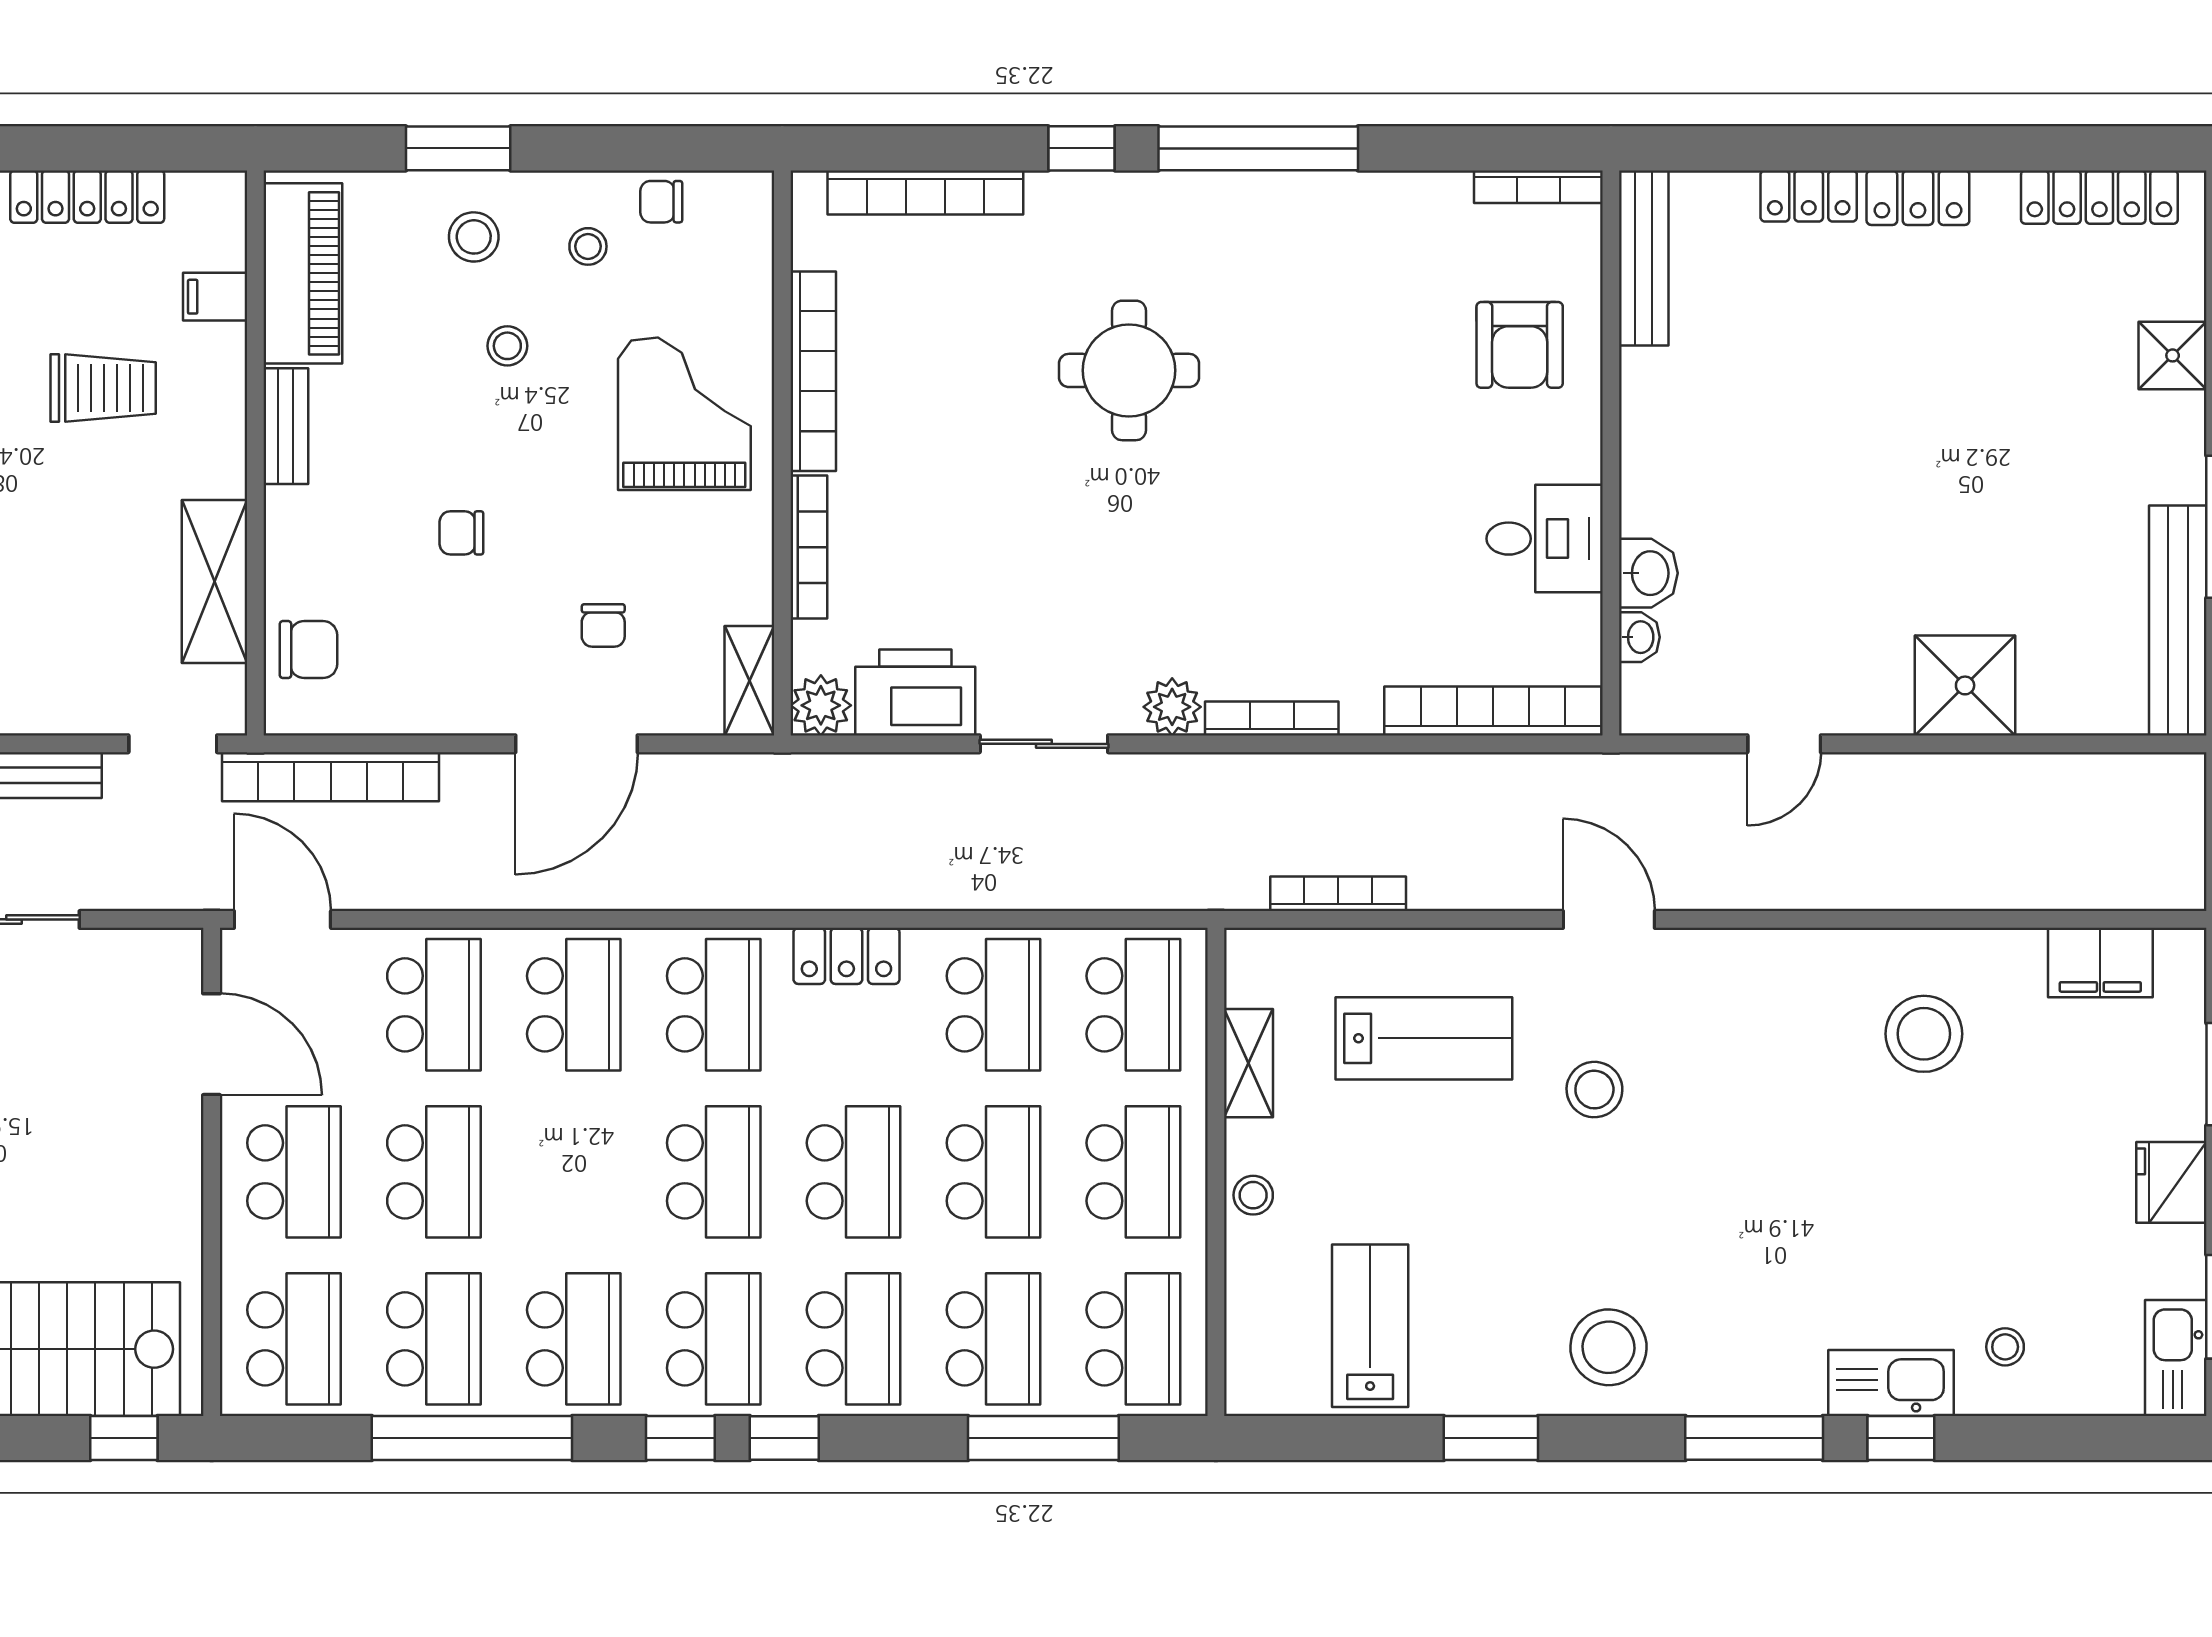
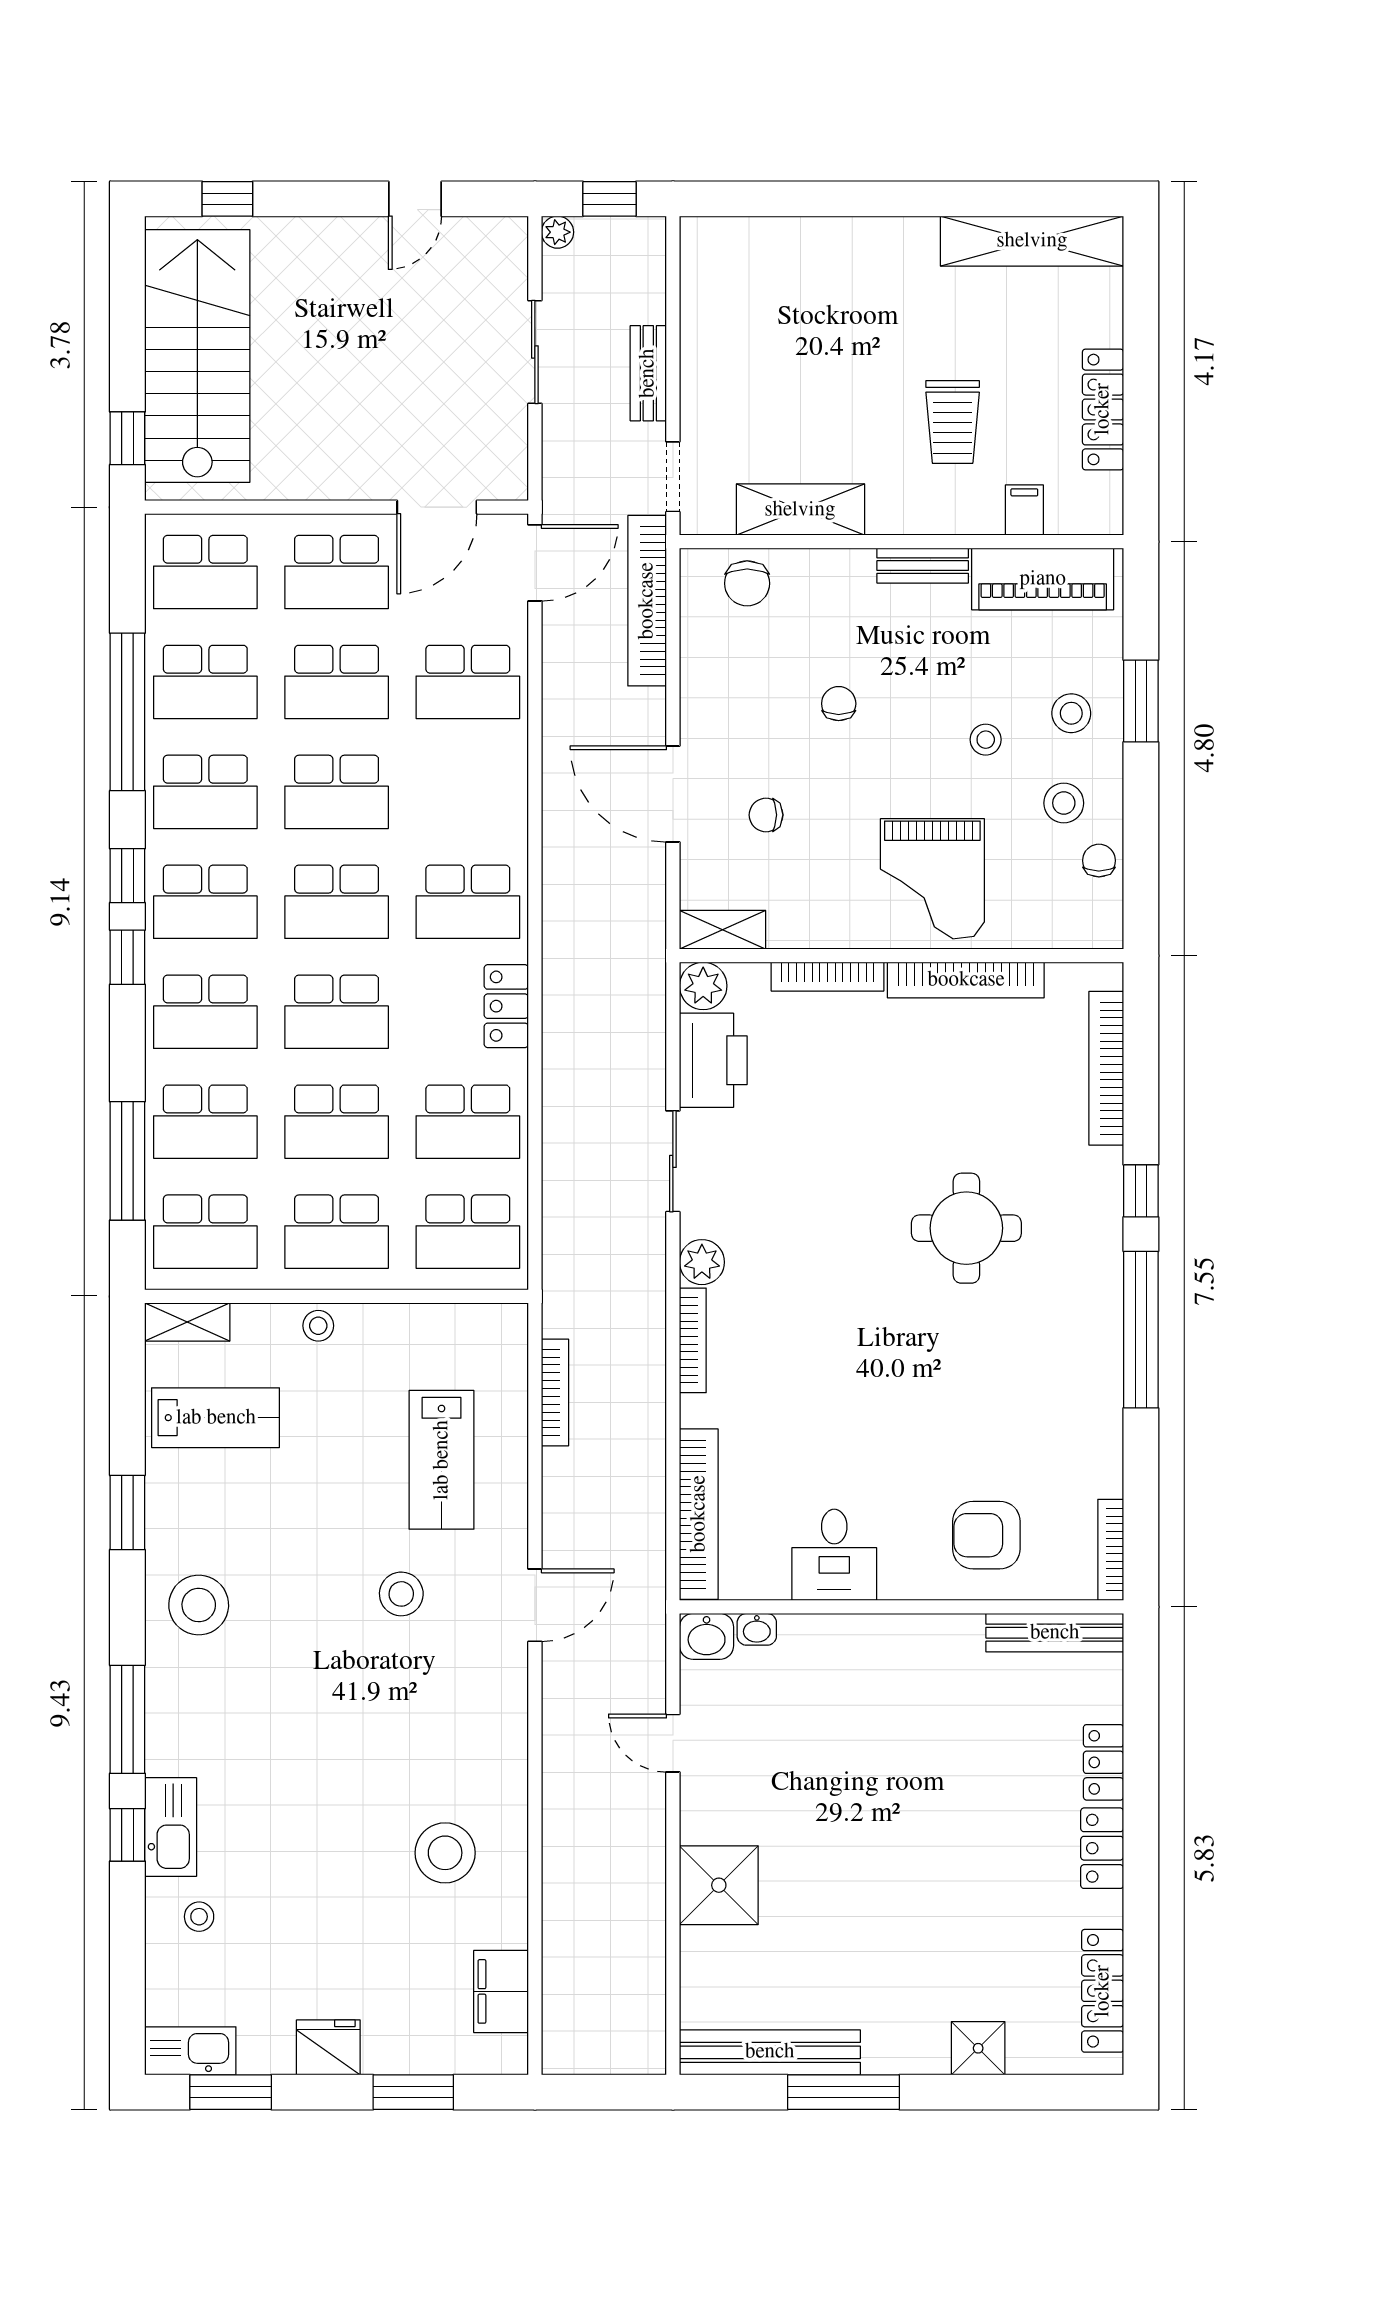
stool: (588, 246) -> (1064, 803), width x1.37, depth x1.37
grand piano: (684, 414) -> (932, 879), turned 90
washbasin: (1648, 573) -> (707, 1636), moved
school desk: (574, 1005) -> (337, 792), moved
shelving: (1248, 1063) -> (187, 1322), moved

